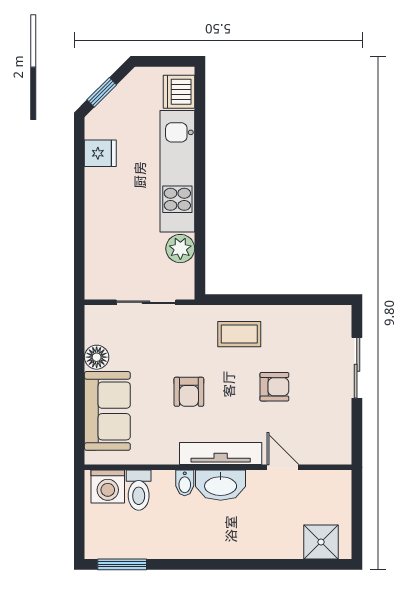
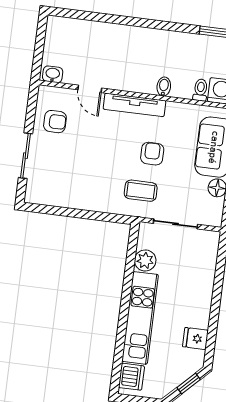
coffee table: (239, 334) -> (141, 191), moved
armchair: (274, 387) -> (55, 122), moved, turned 180
washbasin: (221, 485) -> (53, 74), moved, width x0.52, depth x0.69
toilet: (139, 490) -> (200, 90), width x0.73, depth x0.72
shower: (321, 542) -> (68, 30), removed

